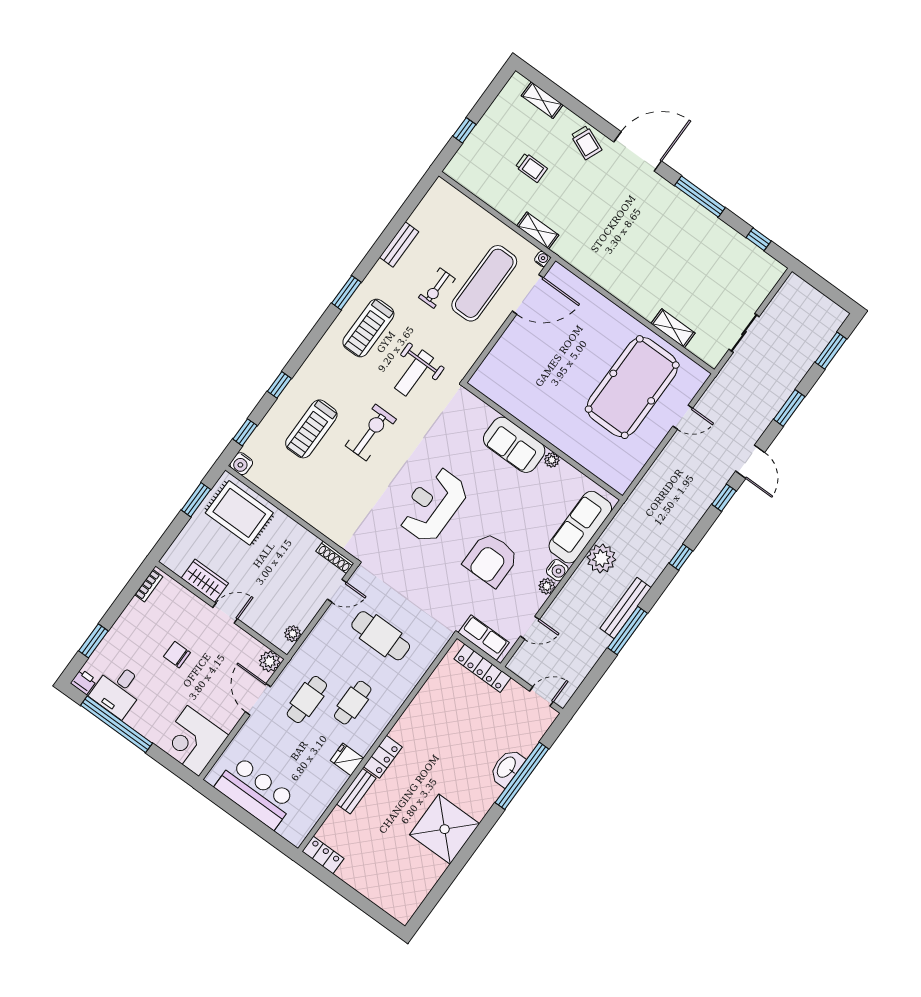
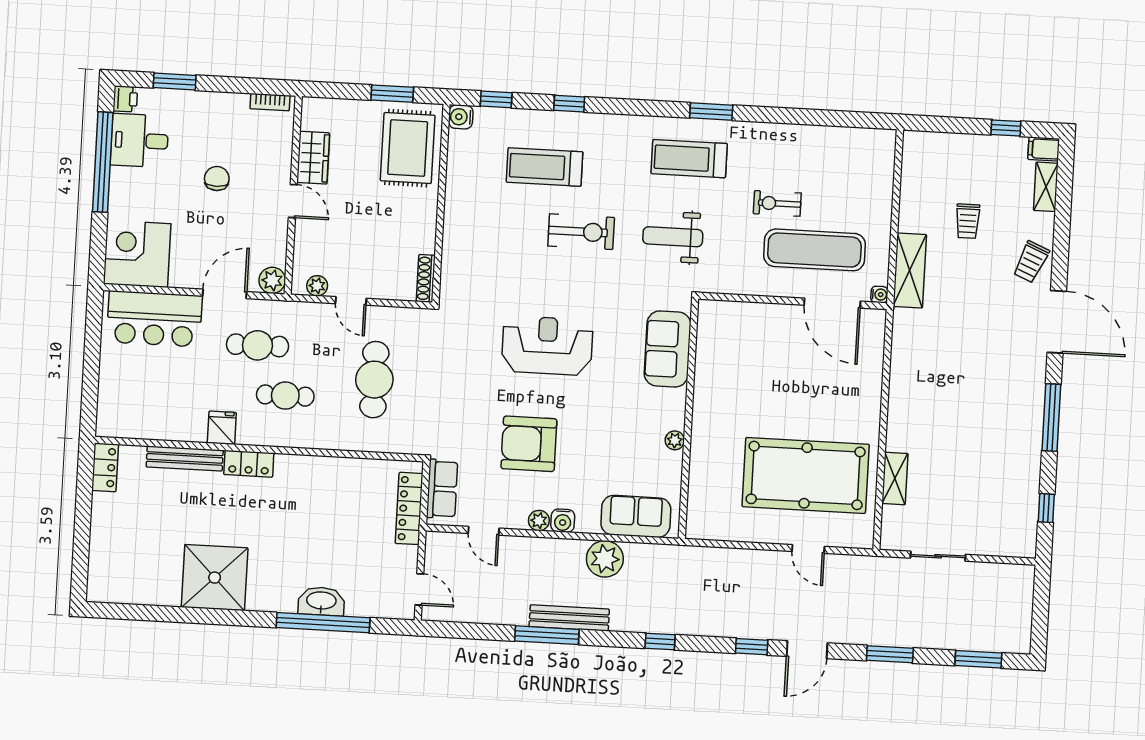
filing cabinet: (516, 85) -> (1044, 149), added
window: (464, 130) -> (1006, 128), moved
shelving: (538, 231) -> (910, 270), width x1.50, depth x1.33
bench: (399, 245) -> (798, 134), removed
sofa: (514, 445) -> (668, 349), moved
sofa: (580, 527) -> (636, 516), width x0.73
door: (337, 591) -> (351, 301), moved
bench: (356, 791) -> (185, 458), width x1.36
bar counter: (256, 792) -> (154, 319), moved, turned 90

